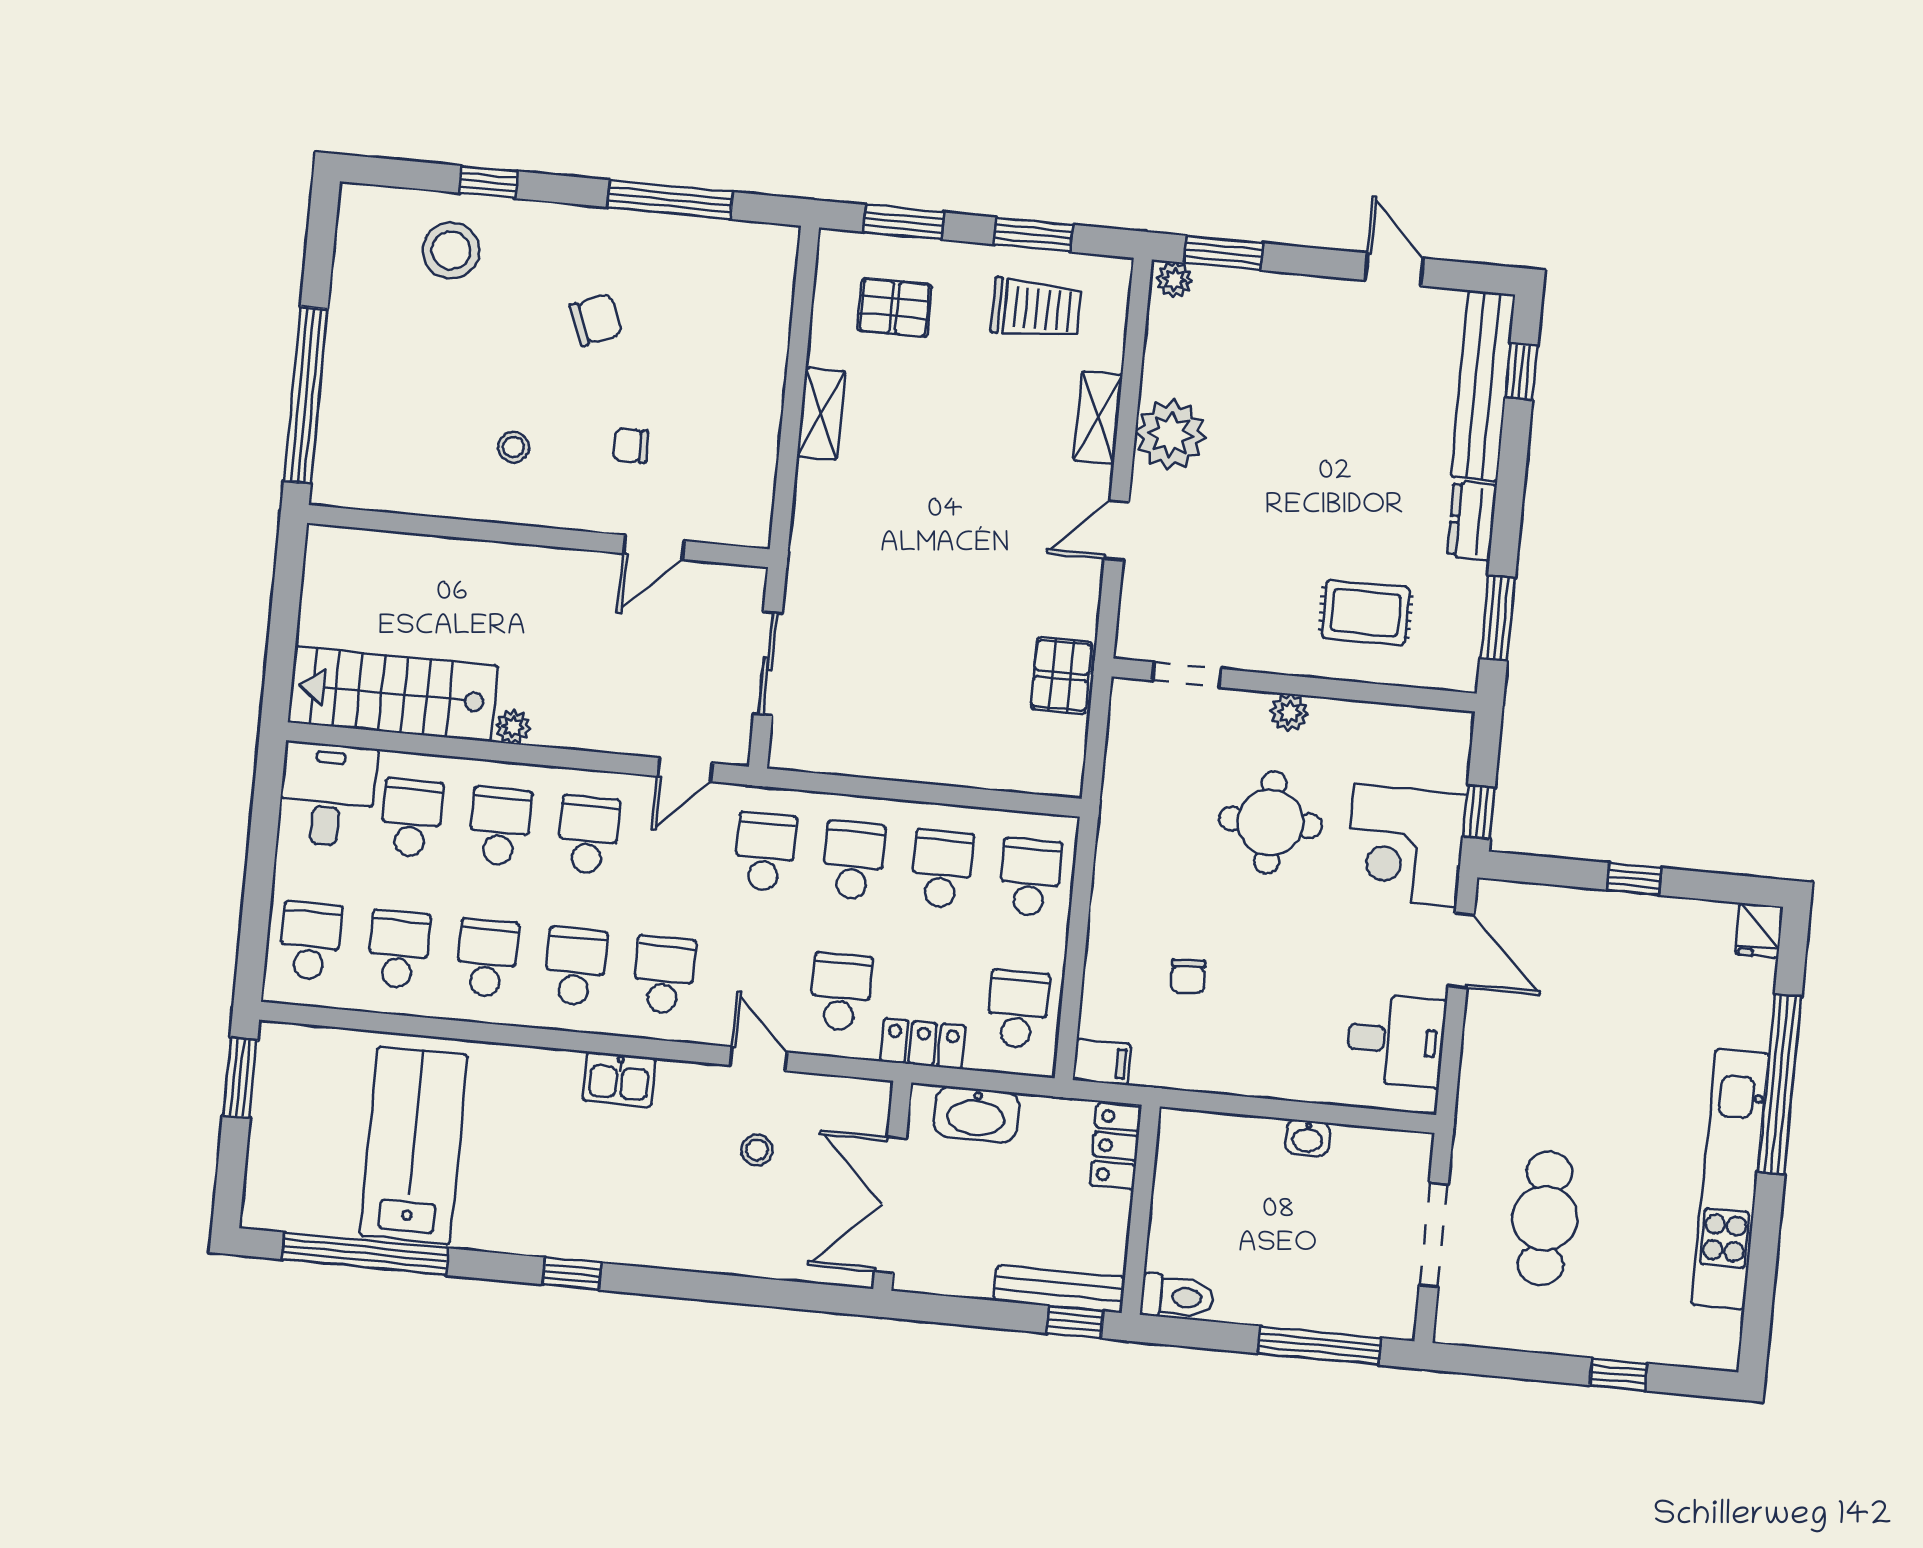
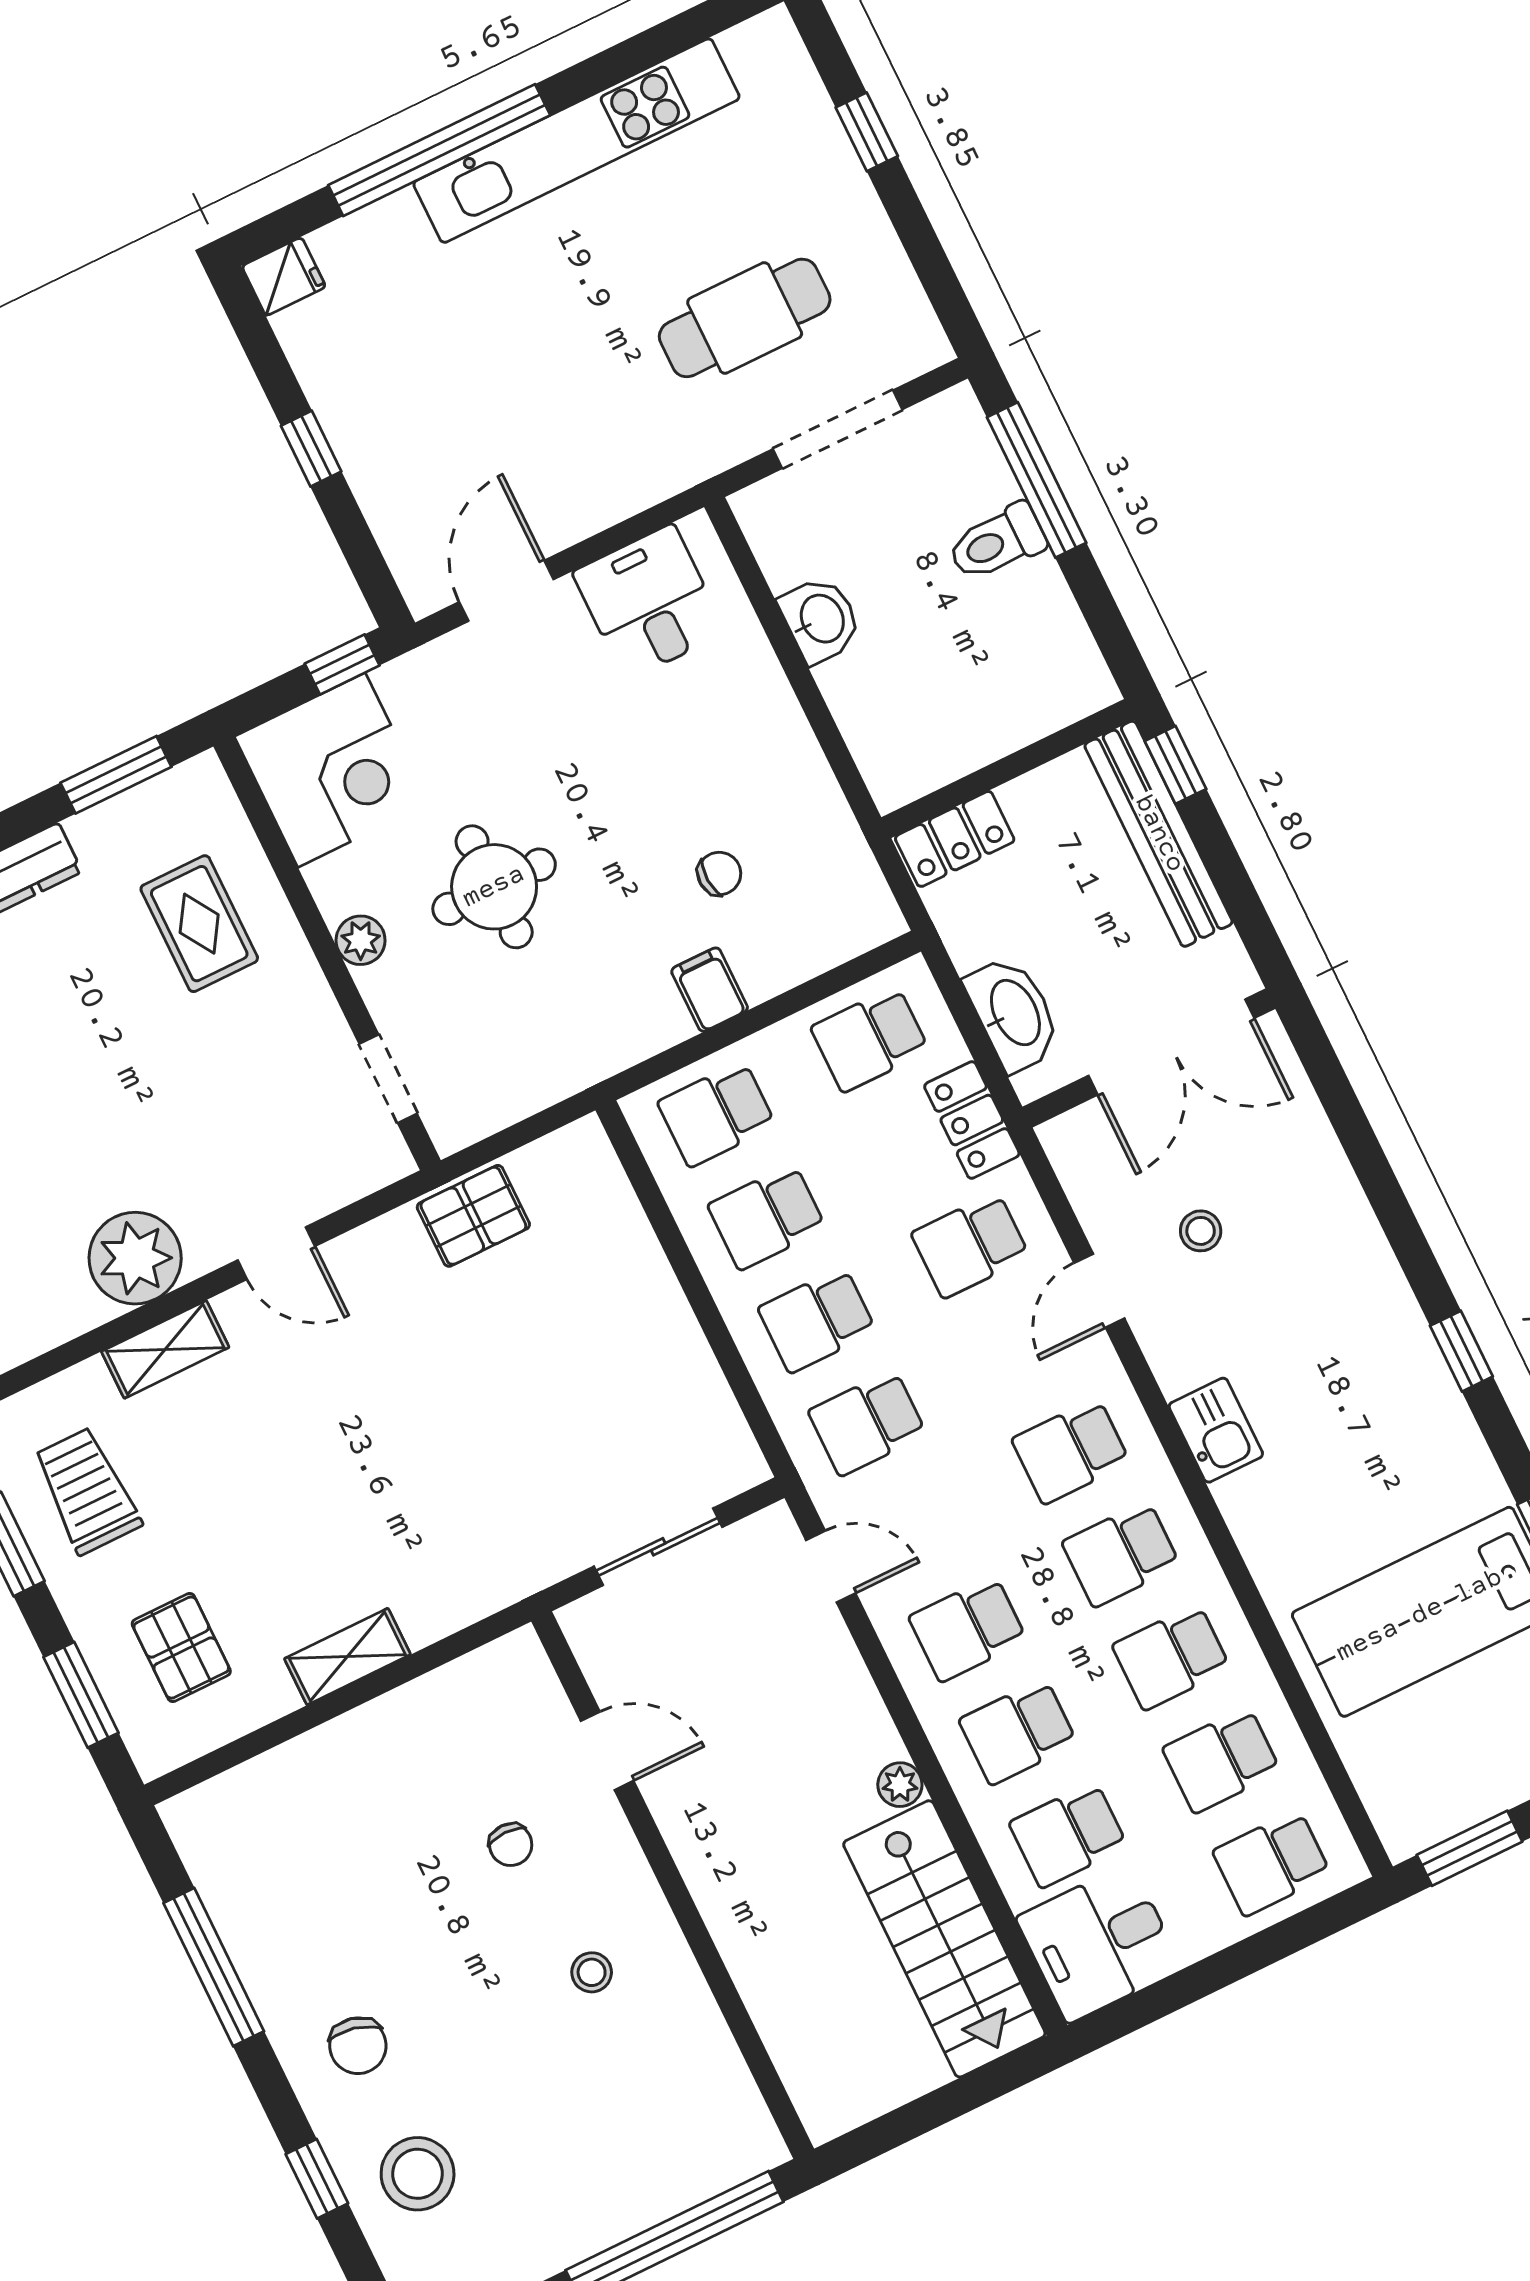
chair: (596, 320) -> (358, 2046), moved, turned -145
corner desk: (1405, 845) -> (332, 770), moved
filing cabinet: (1102, 1062) -> (710, 990), moved
washbasin: (1308, 1138) -> (821, 619), width x1.38, depth x1.45
bench: (1060, 1289) -> (1159, 834), width x1.37, depth x1.21
toilet: (1177, 1297) -> (997, 542), moved, turned -90

